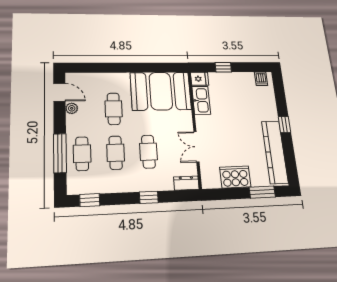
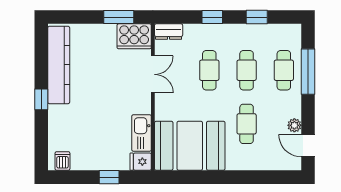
cooker: (235, 177) -> (134, 36), moved
window: (262, 192) -> (119, 17), moved
window: (90, 200) -> (257, 17), moved

